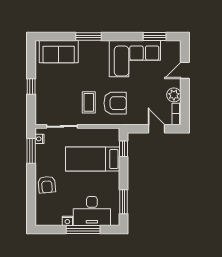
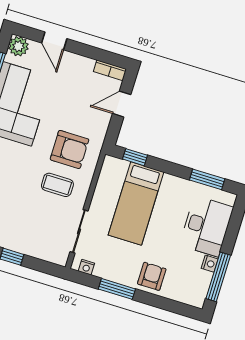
plant: (174, 95) -> (18, 46), moved
armchair: (115, 103) -> (69, 149), turned 90
window: (31, 151) -> (117, 289), moved
armchair: (47, 185) -> (152, 276), turned -85
window: (83, 229) -> (218, 277), moved

